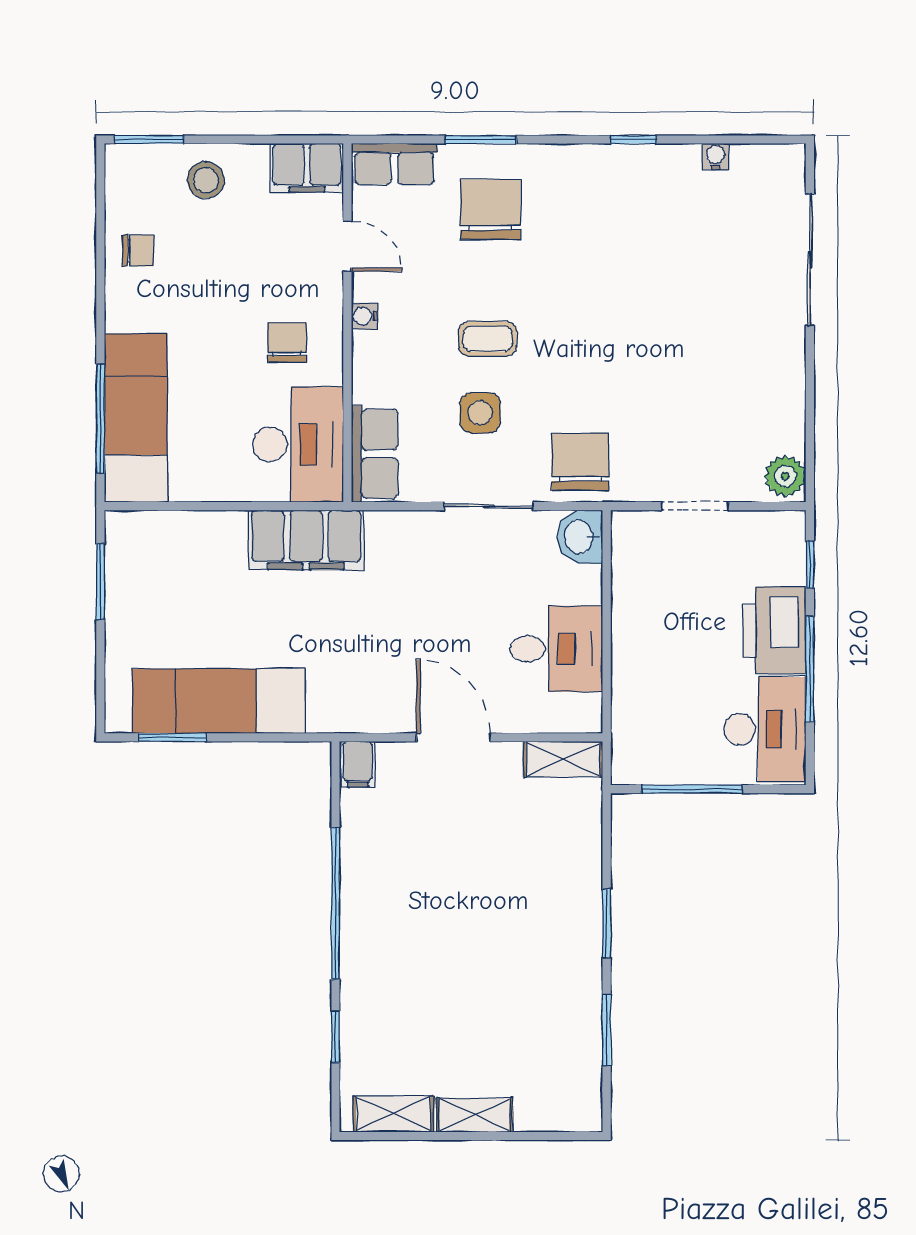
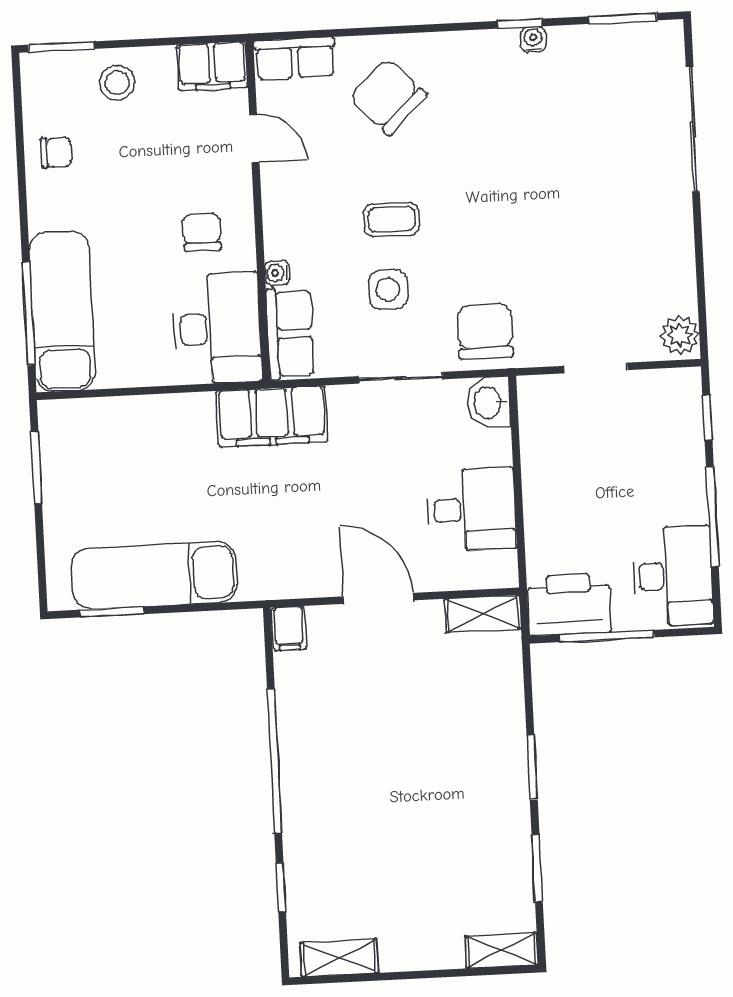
window: (480, 139) -> (623, 18), moved
water cooler: (715, 157) -> (533, 39), moved
chair: (491, 210) -> (388, 97), turned -45
water cooler: (365, 316) -> (277, 273), moved
filing cabinet: (306, 540) -> (272, 416), moved
printer: (775, 630) -> (569, 604), moved, turned 90
shelving: (475, 1115) -> (501, 951), moved

